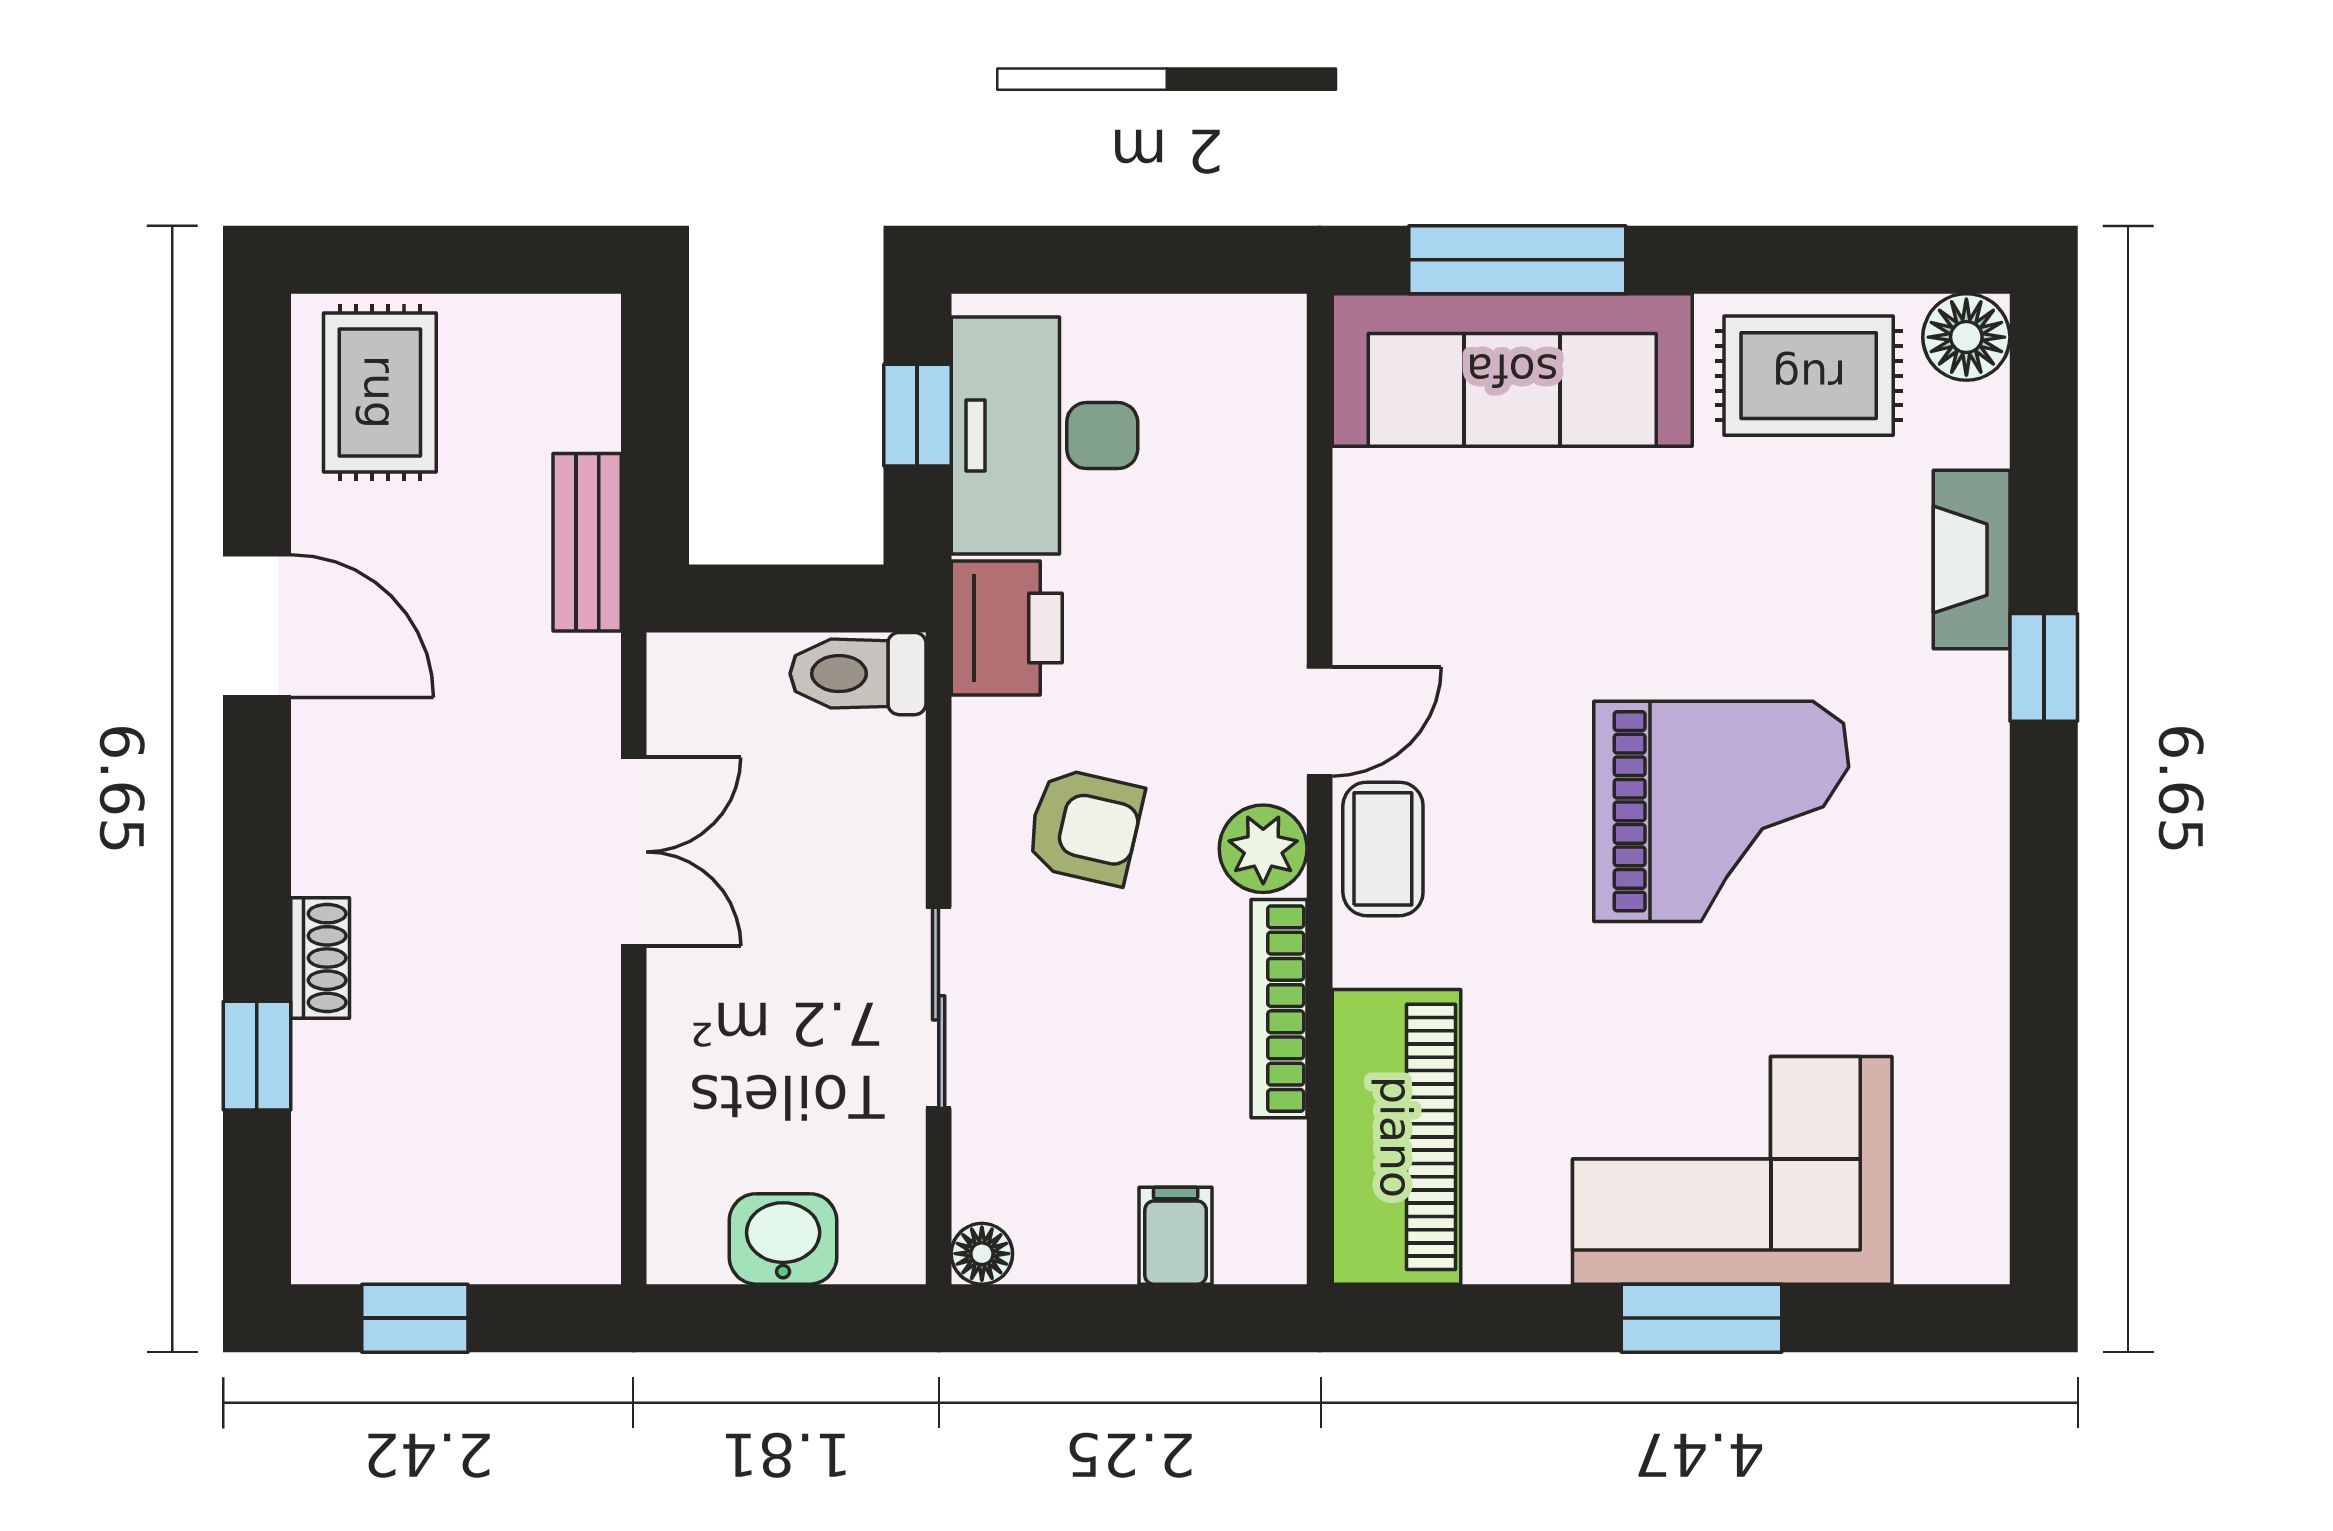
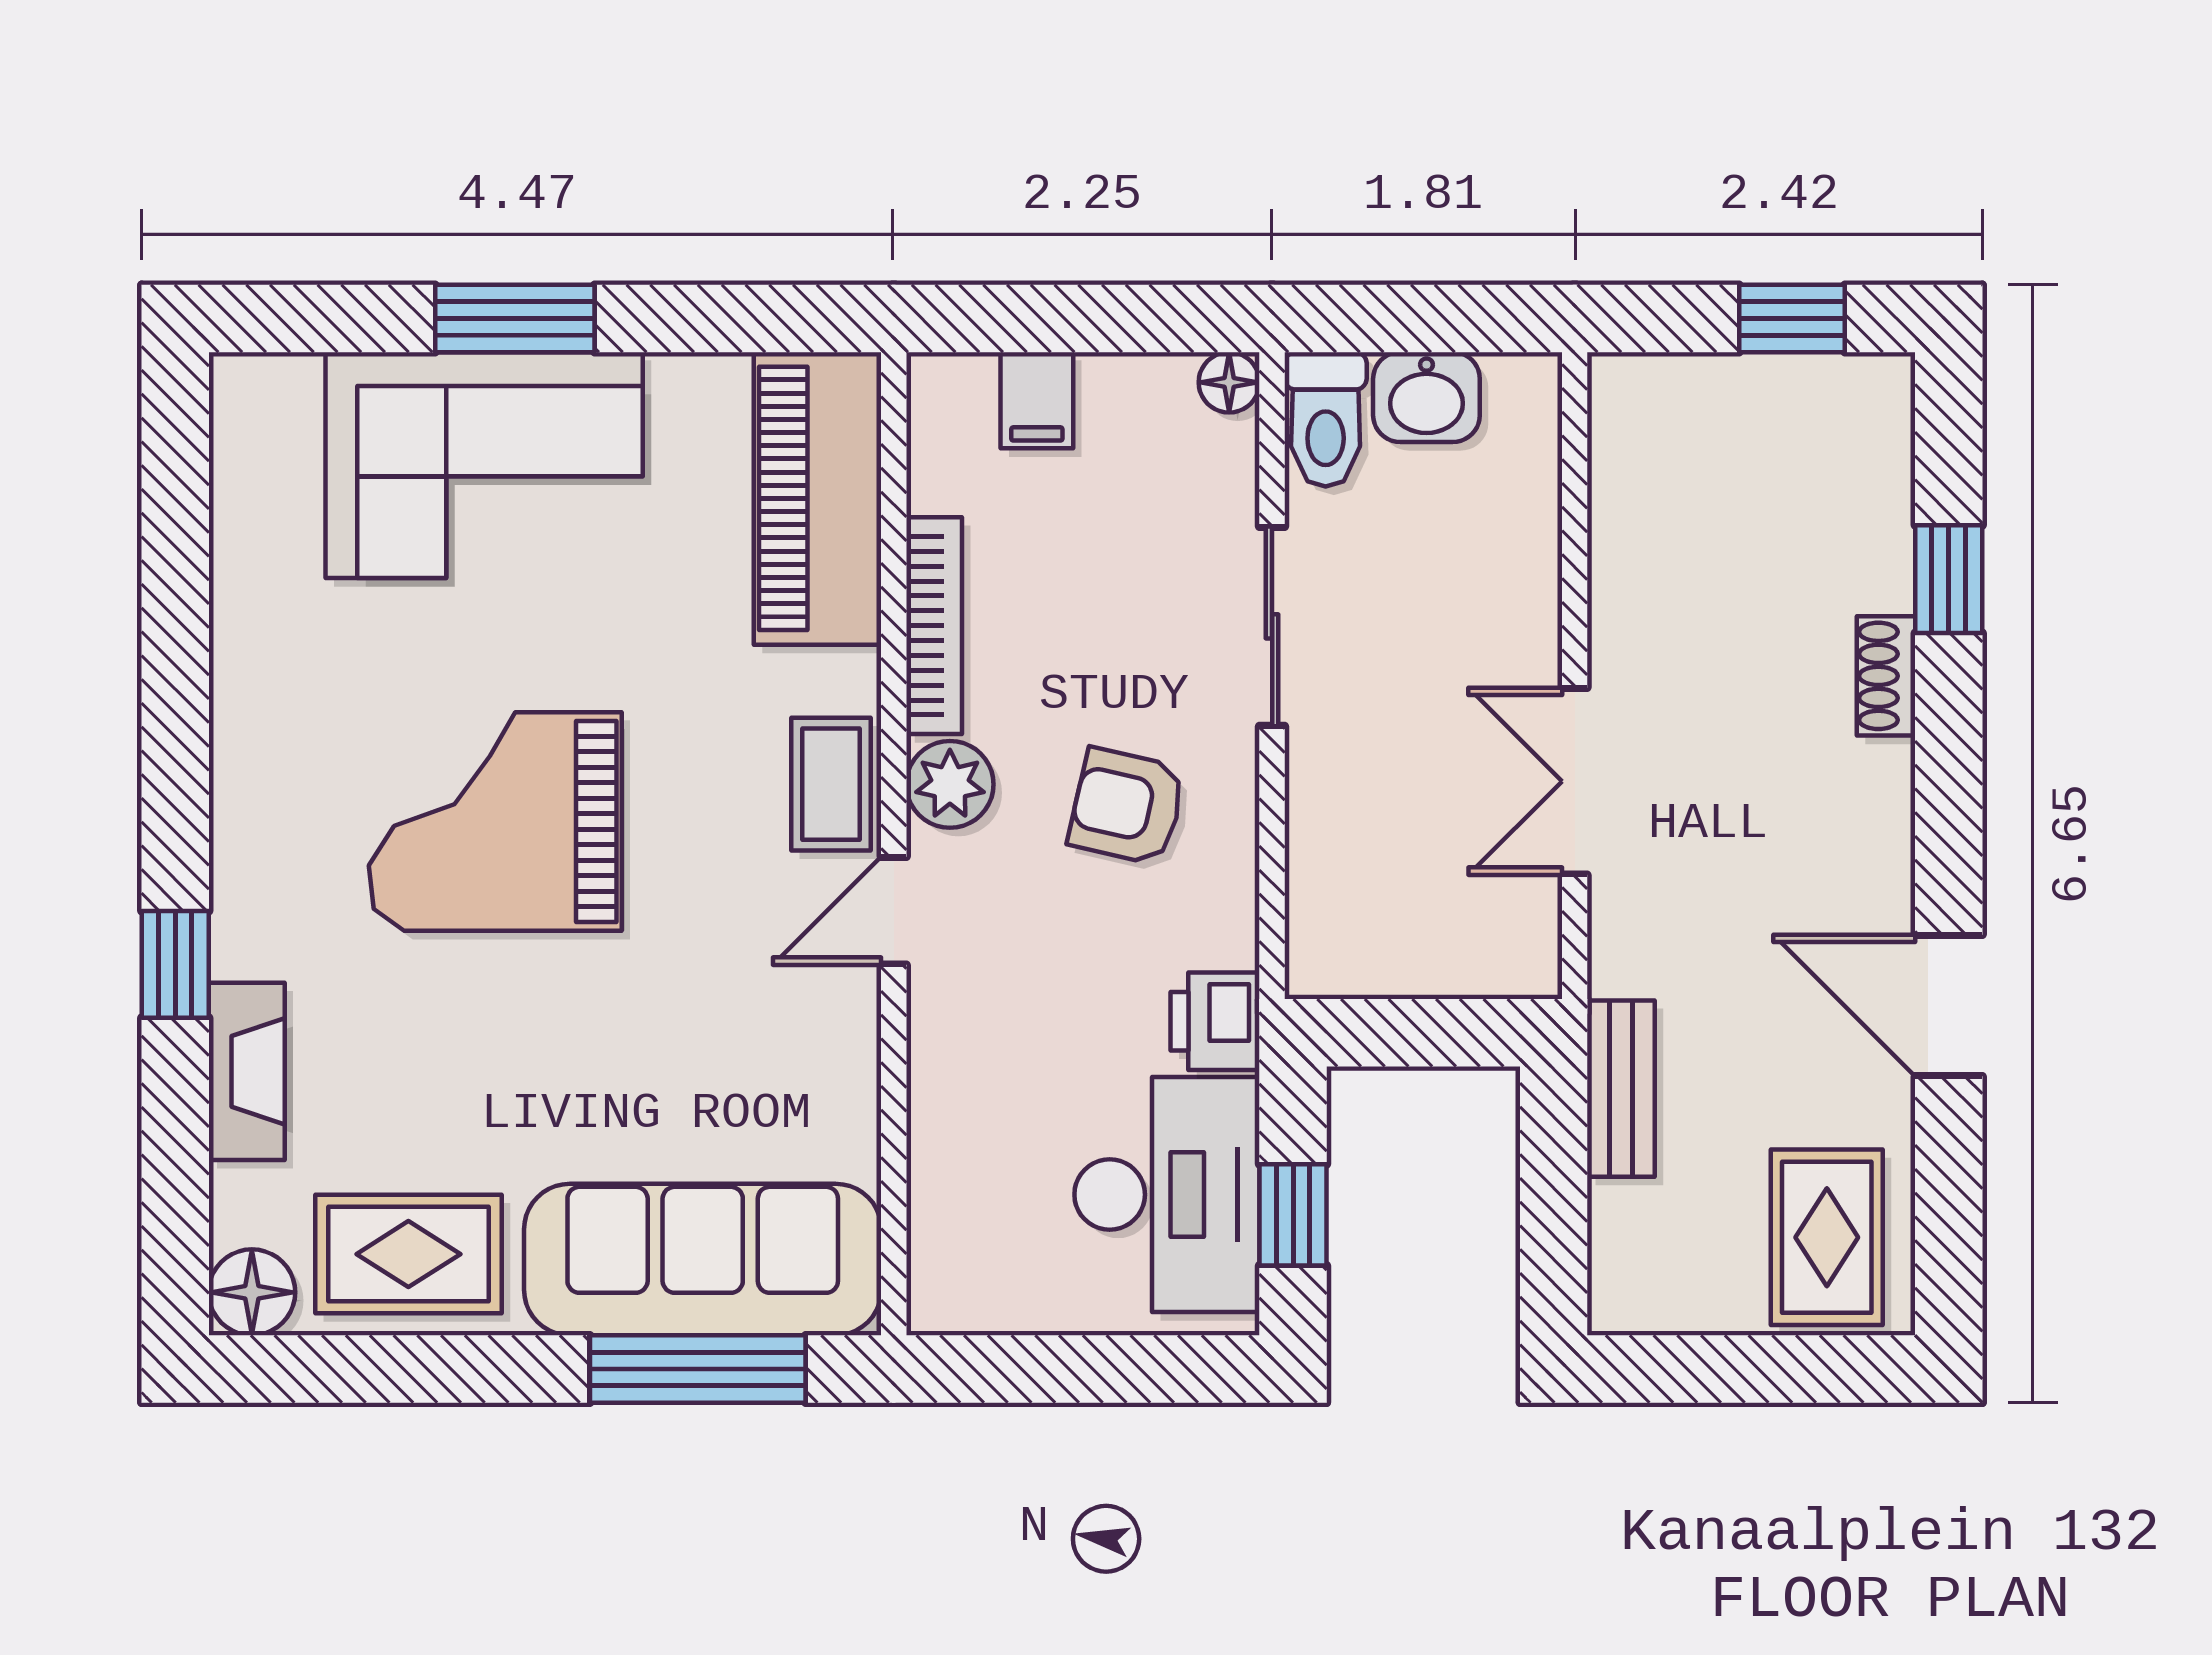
printer: (1007, 628) -> (1215, 1021), width x0.73, depth x0.81
toilet: (858, 674) -> (1326, 419), moved, turned 90

